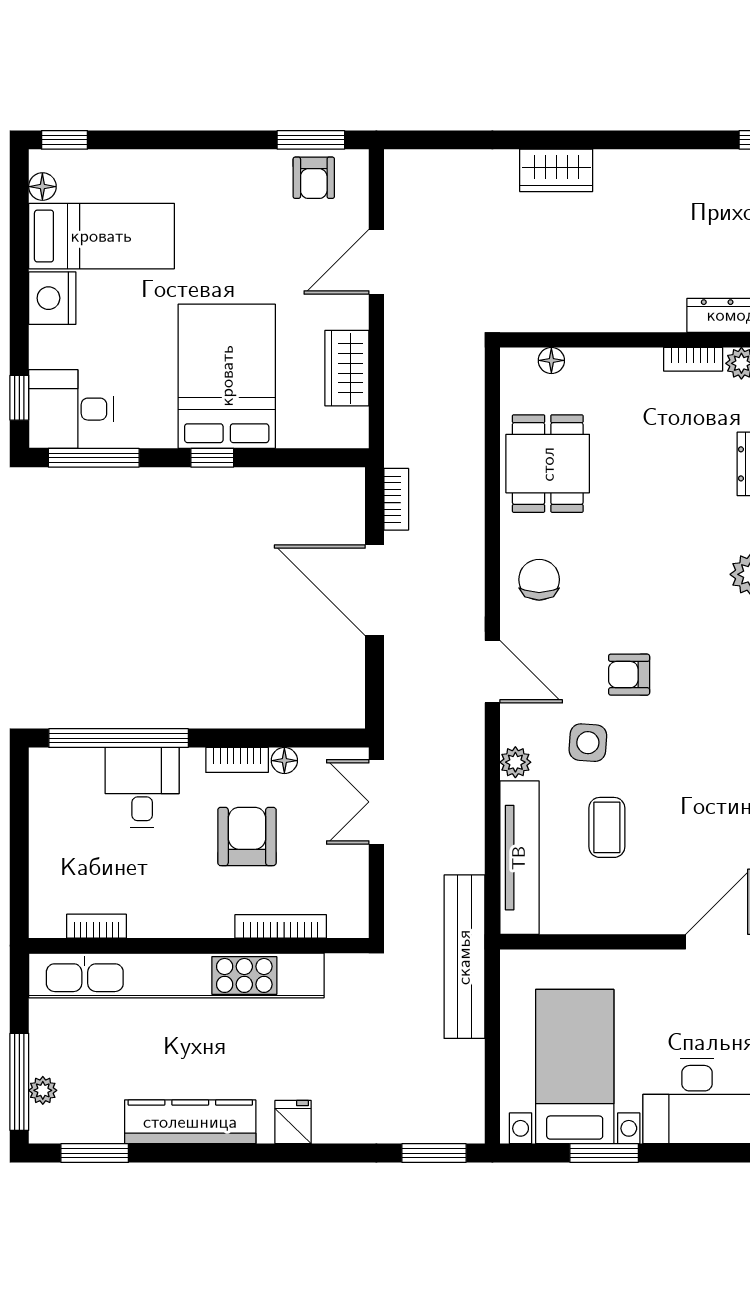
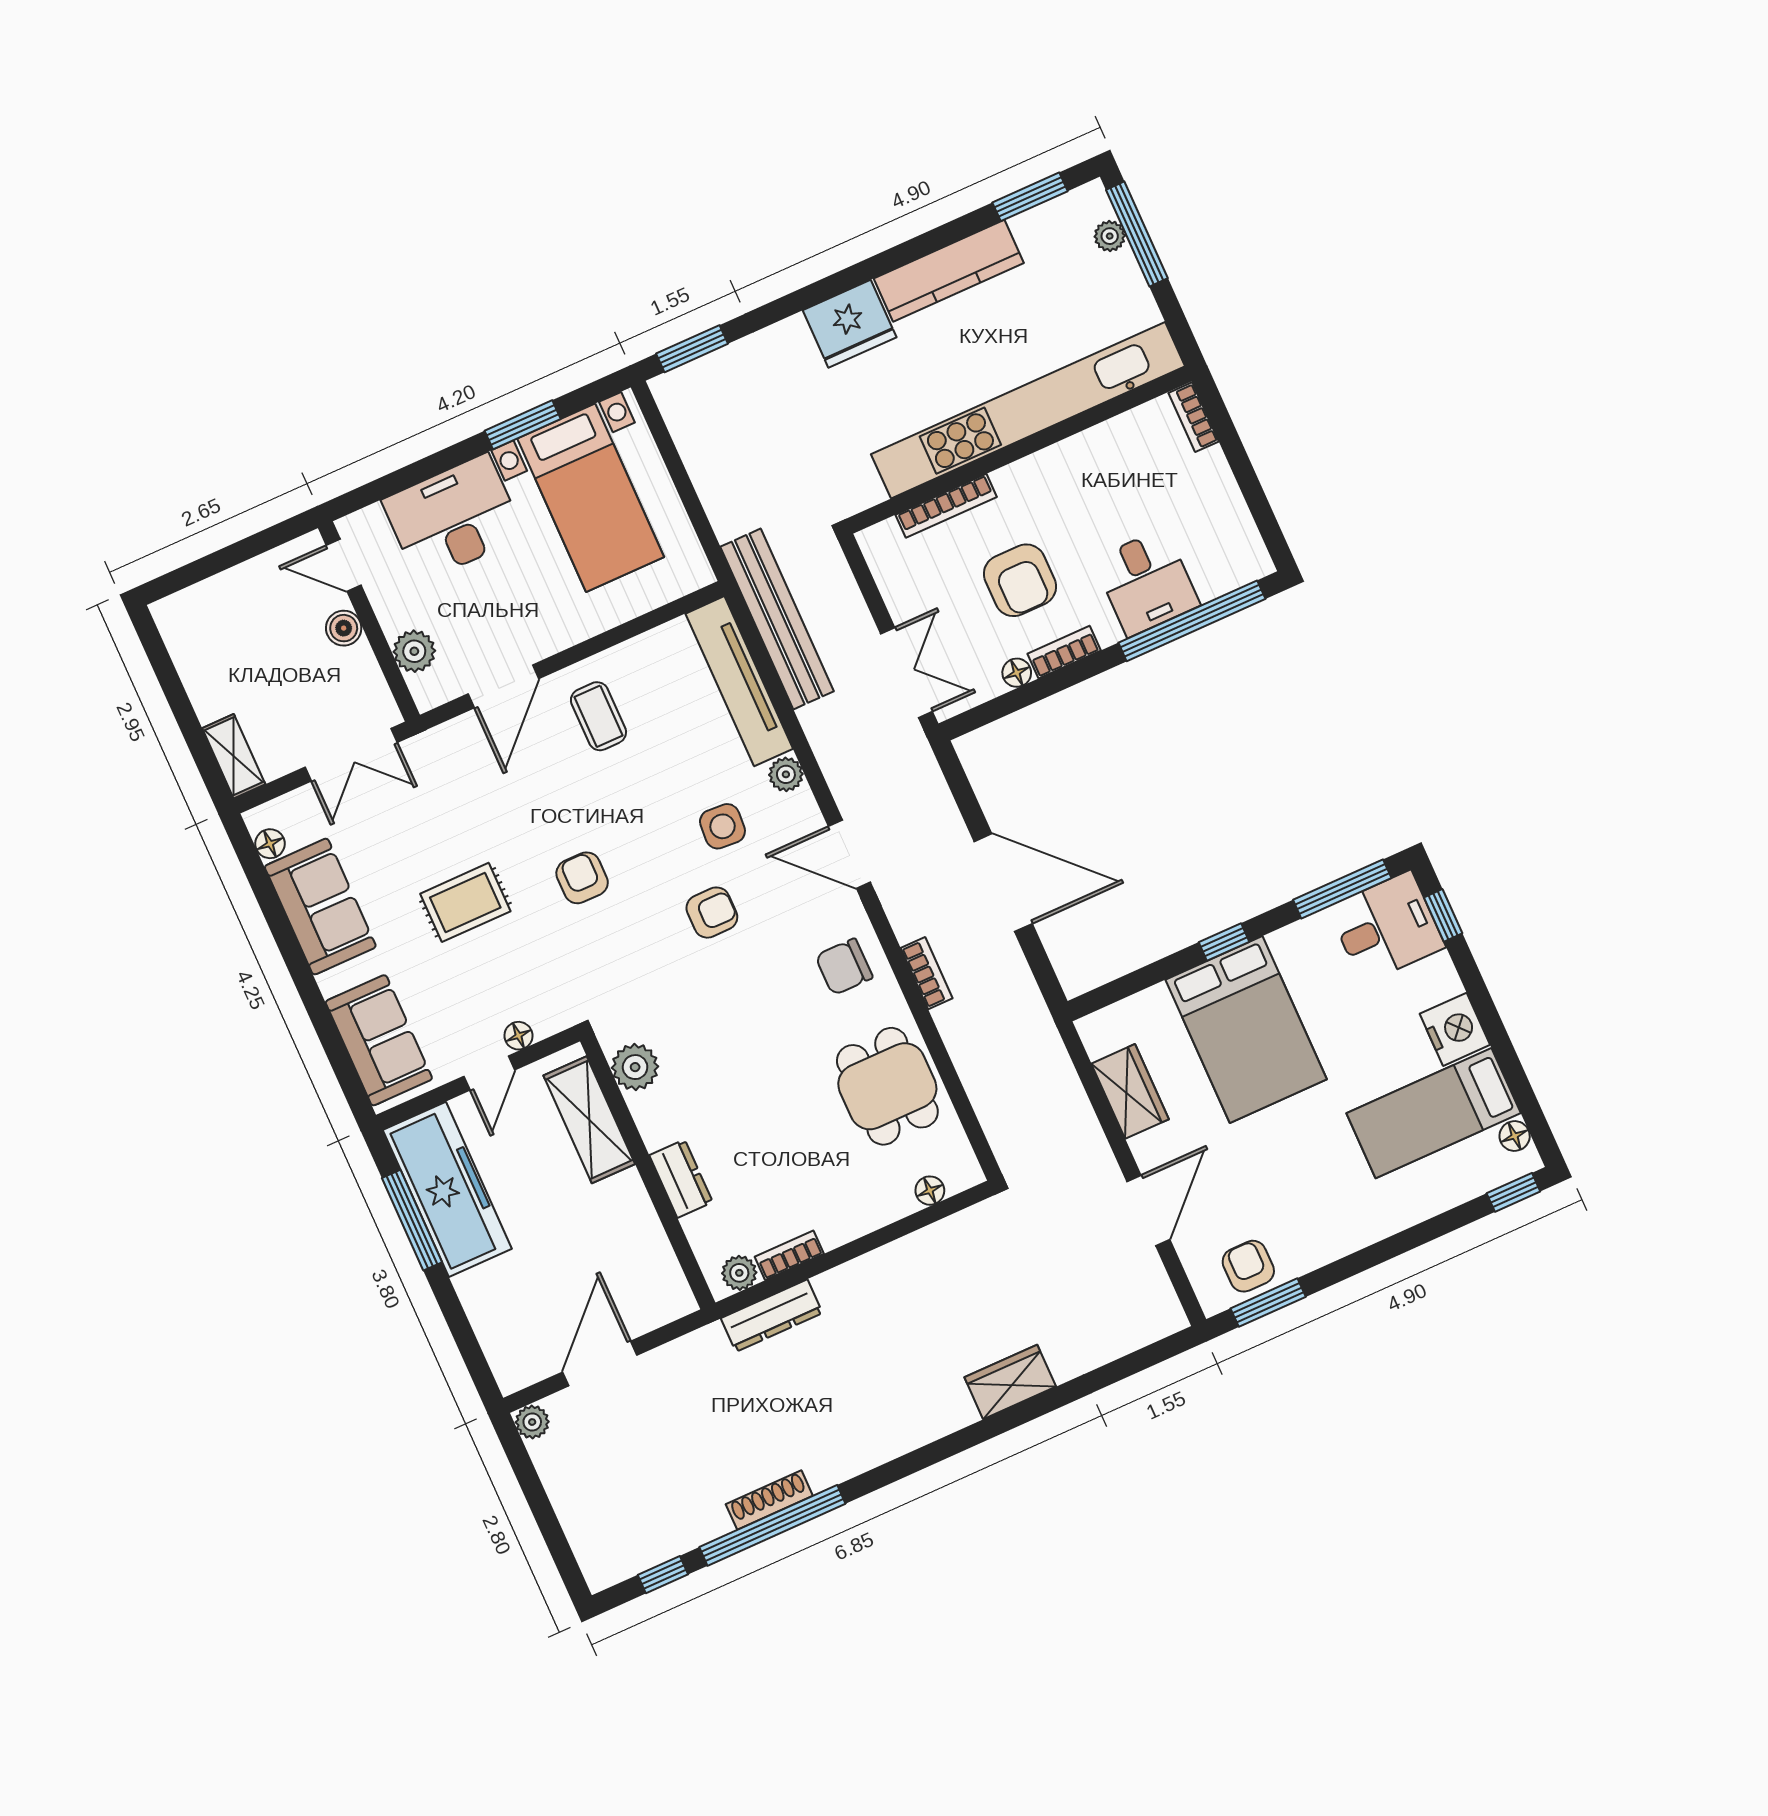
bookcase: (396, 499) -> (927, 973), moved, turned 180
chair: (539, 580) -> (844, 967), turned 90
armchair: (725, 752) -> (582, 878), added
coffee table: (607, 827) -> (598, 716), moved
bookcase: (96, 926) -> (1194, 417), moved, turned 90
bench: (464, 957) -> (777, 619), moved
fridge: (293, 1122) -> (850, 324), width x1.88, depth x1.34

